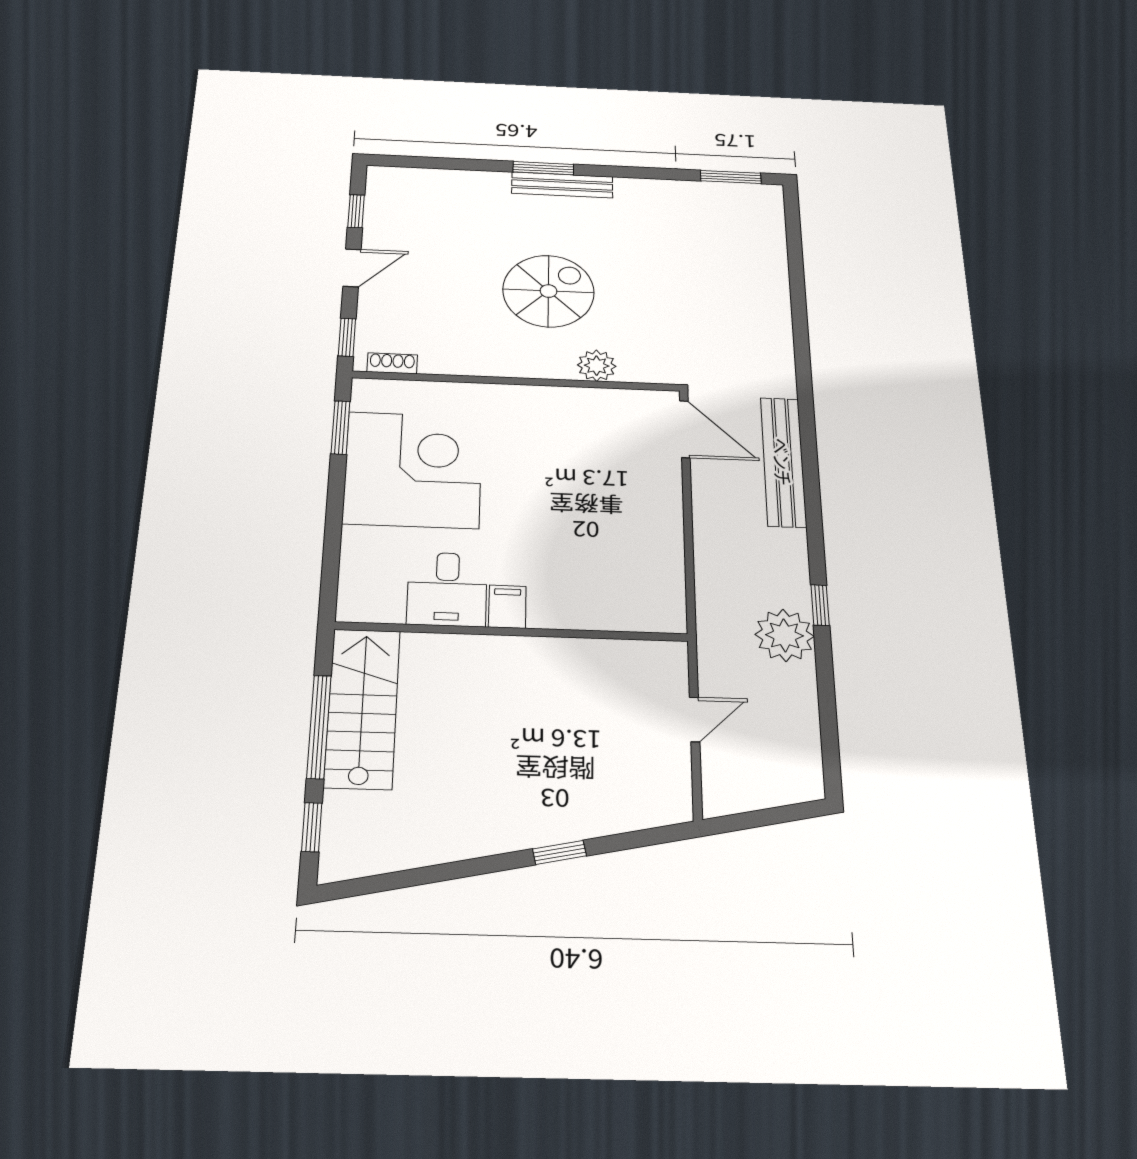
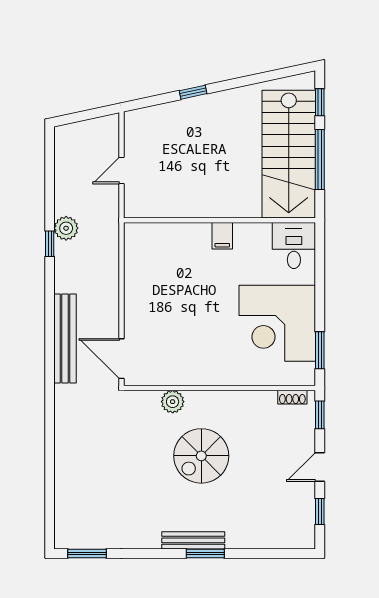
desk: (447, 589) -> (294, 246), moved
plant: (784, 635) -> (66, 228), width x0.73, depth x0.73
stairs: (362, 708) -> (289, 154), width x1.36, depth x1.51

